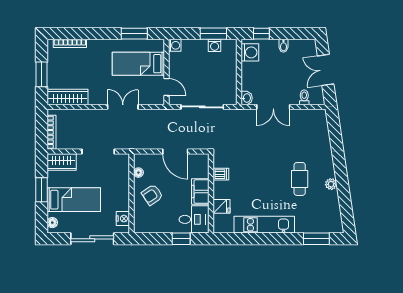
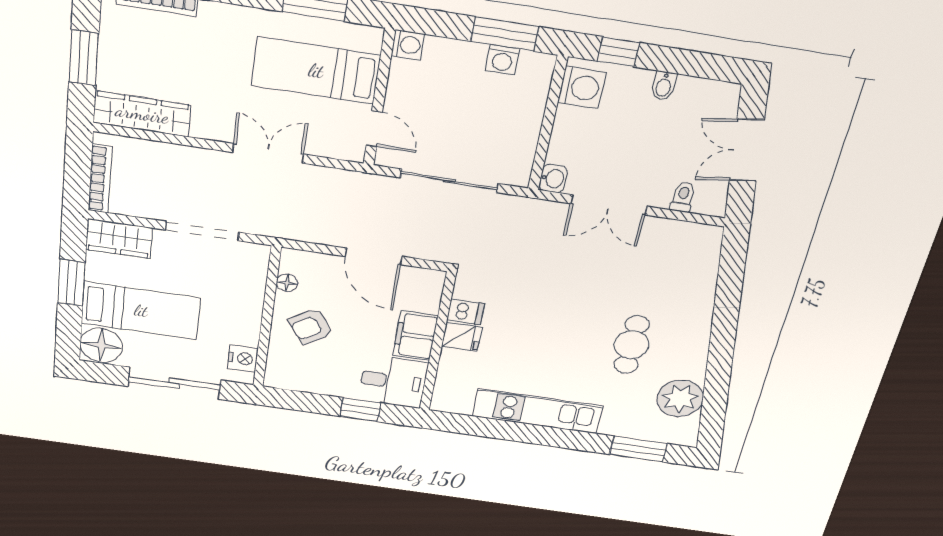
plant: (331, 184) -> (680, 398), moved, width x1.88, depth x1.88
fridge: (222, 206) -> (462, 337), moved
floor lamp: (52, 223) -> (101, 345), width x1.89, depth x1.89

